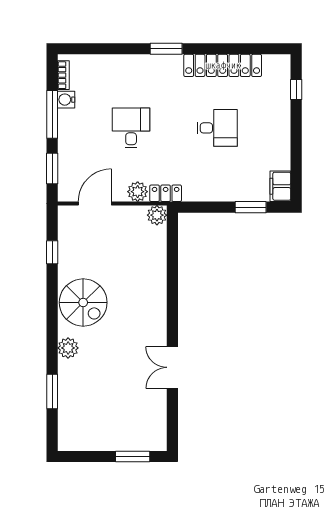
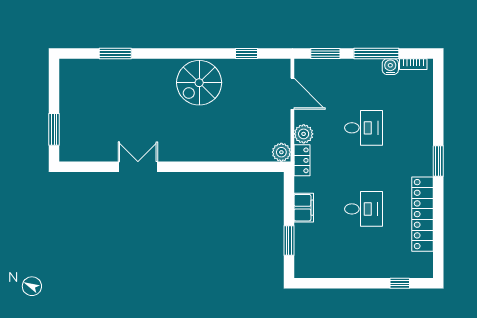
desk: (217, 128) -> (364, 209), turned -90
filing cabinet: (280, 186) -> (304, 208), moved, turned 90
plant: (68, 348) -> (156, 68), removed

